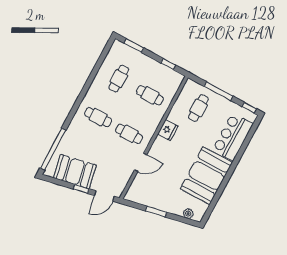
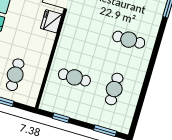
fridge: (168, 130) -> (51, 21), moved
cafe table: (129, 134) -> (89, 28), removed

